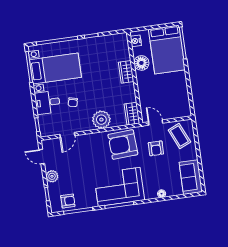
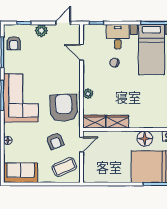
wardrobe: (126, 72) -> (117, 122), moved
plant: (101, 120) -> (88, 94), width x0.53, depth x0.53
armchair: (156, 148) -> (55, 141), turned -113

